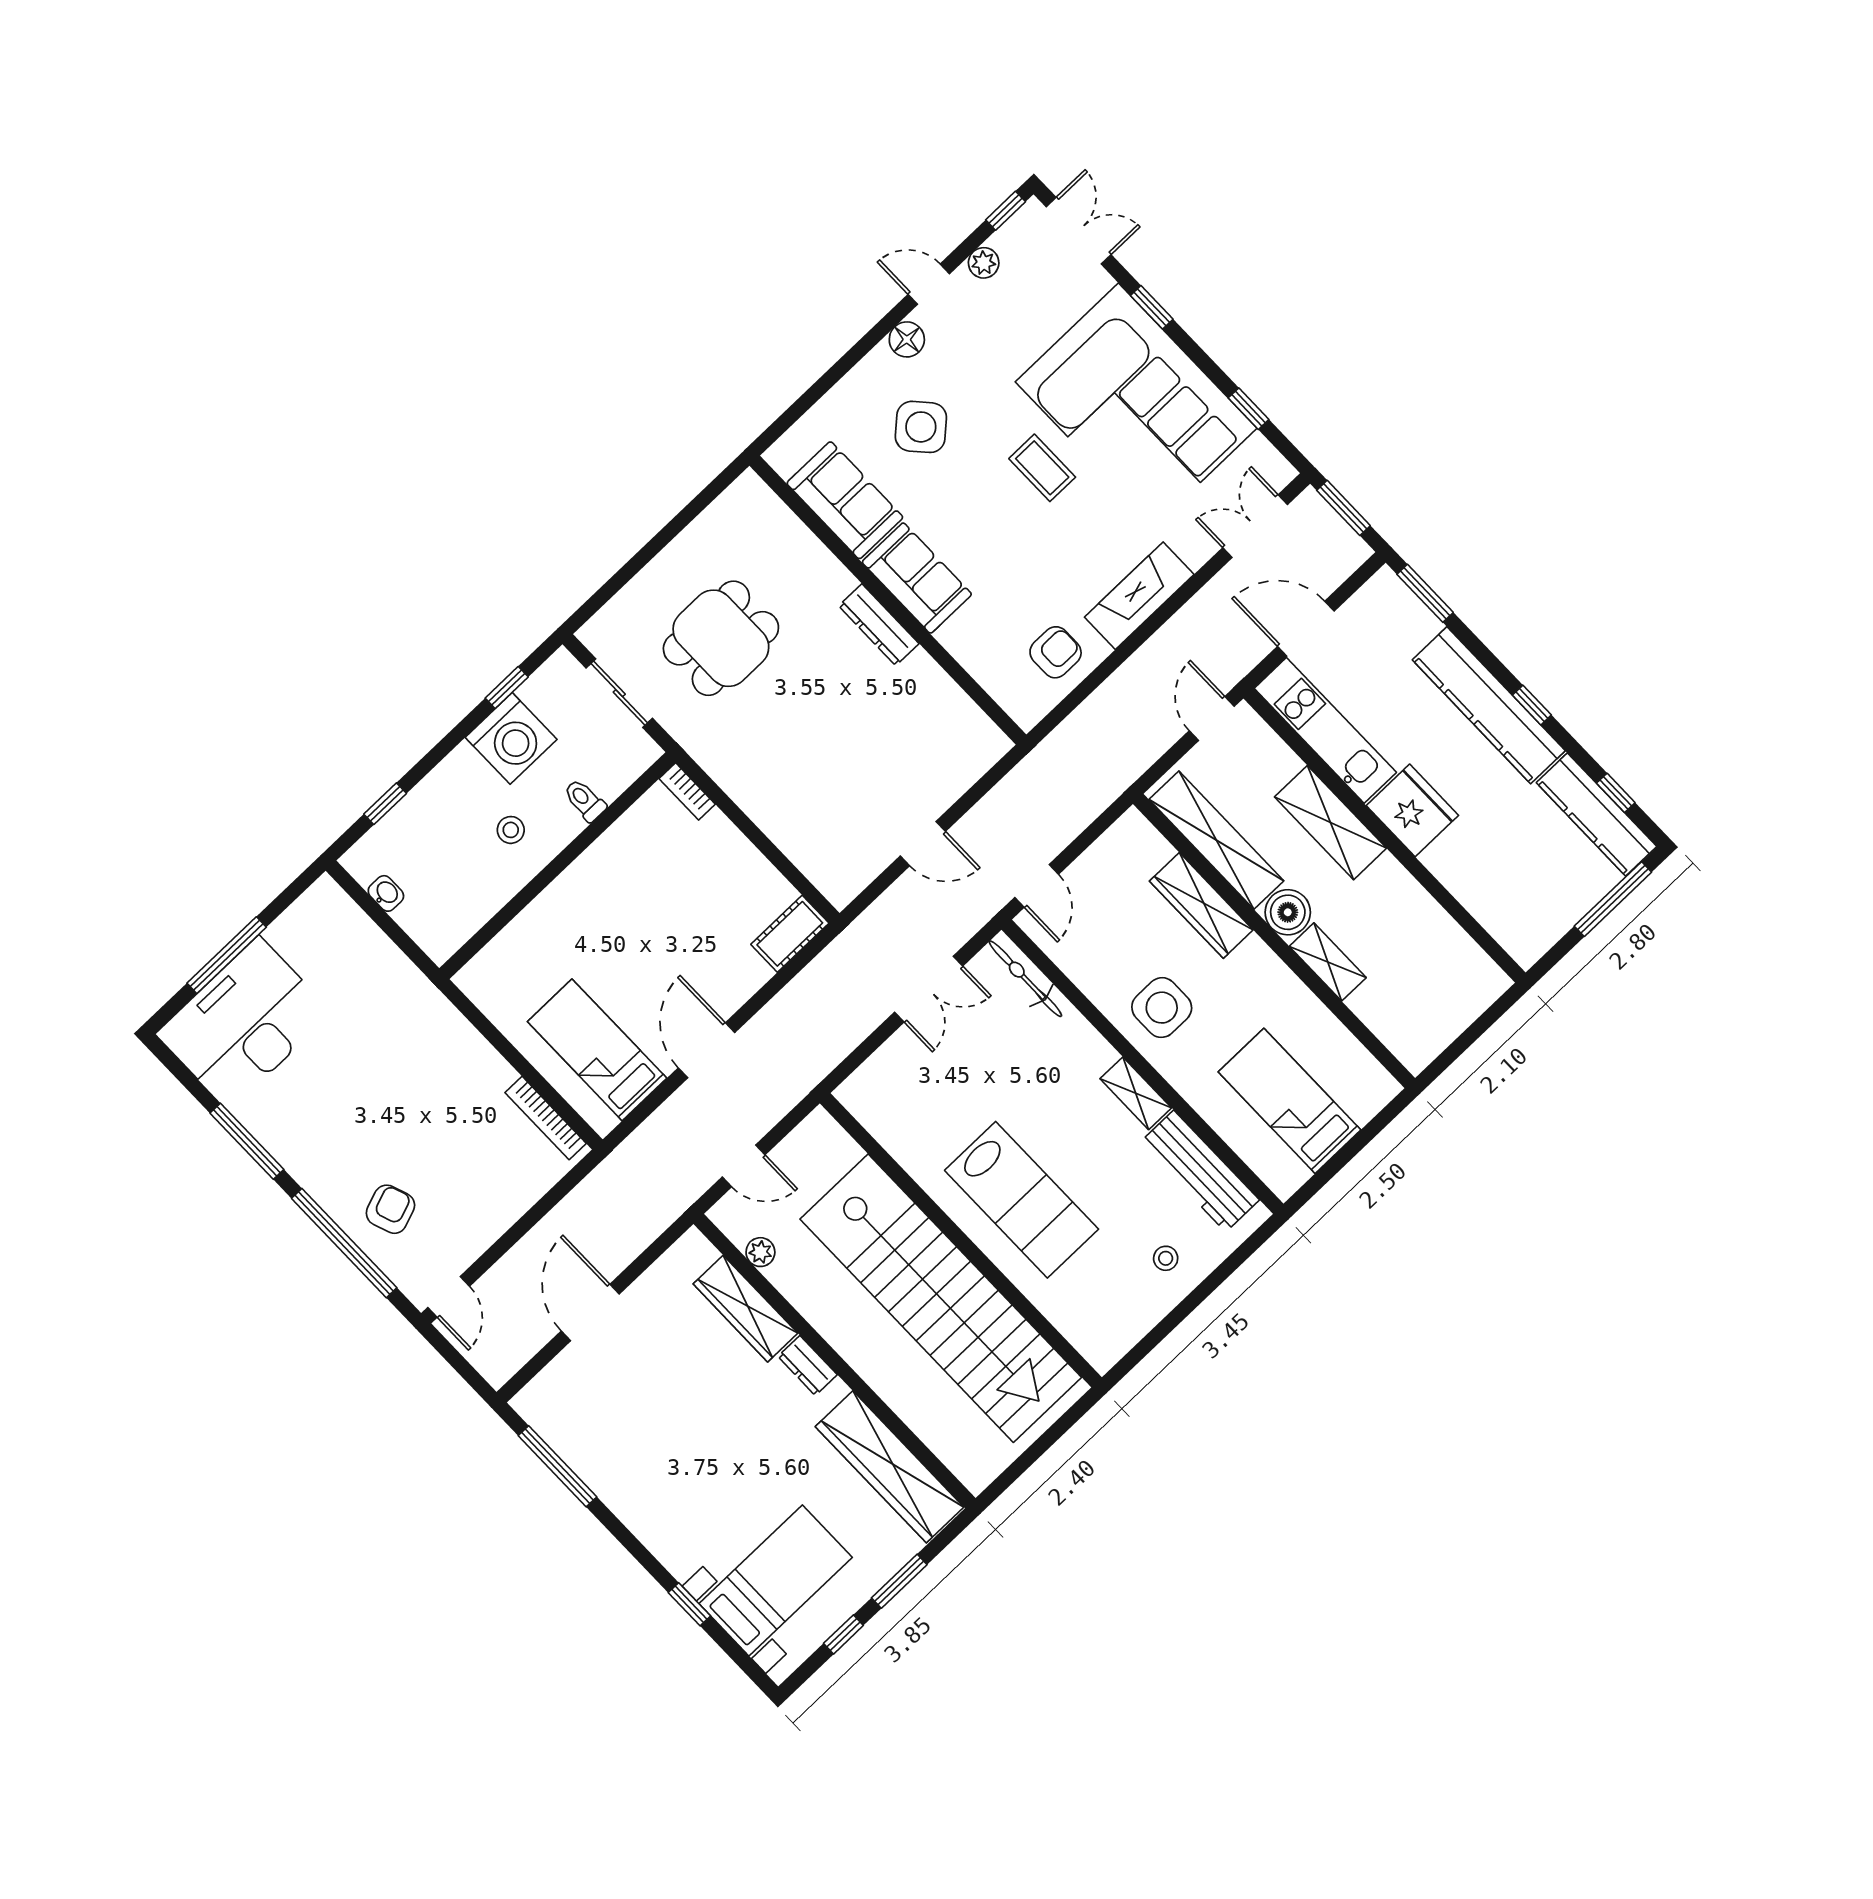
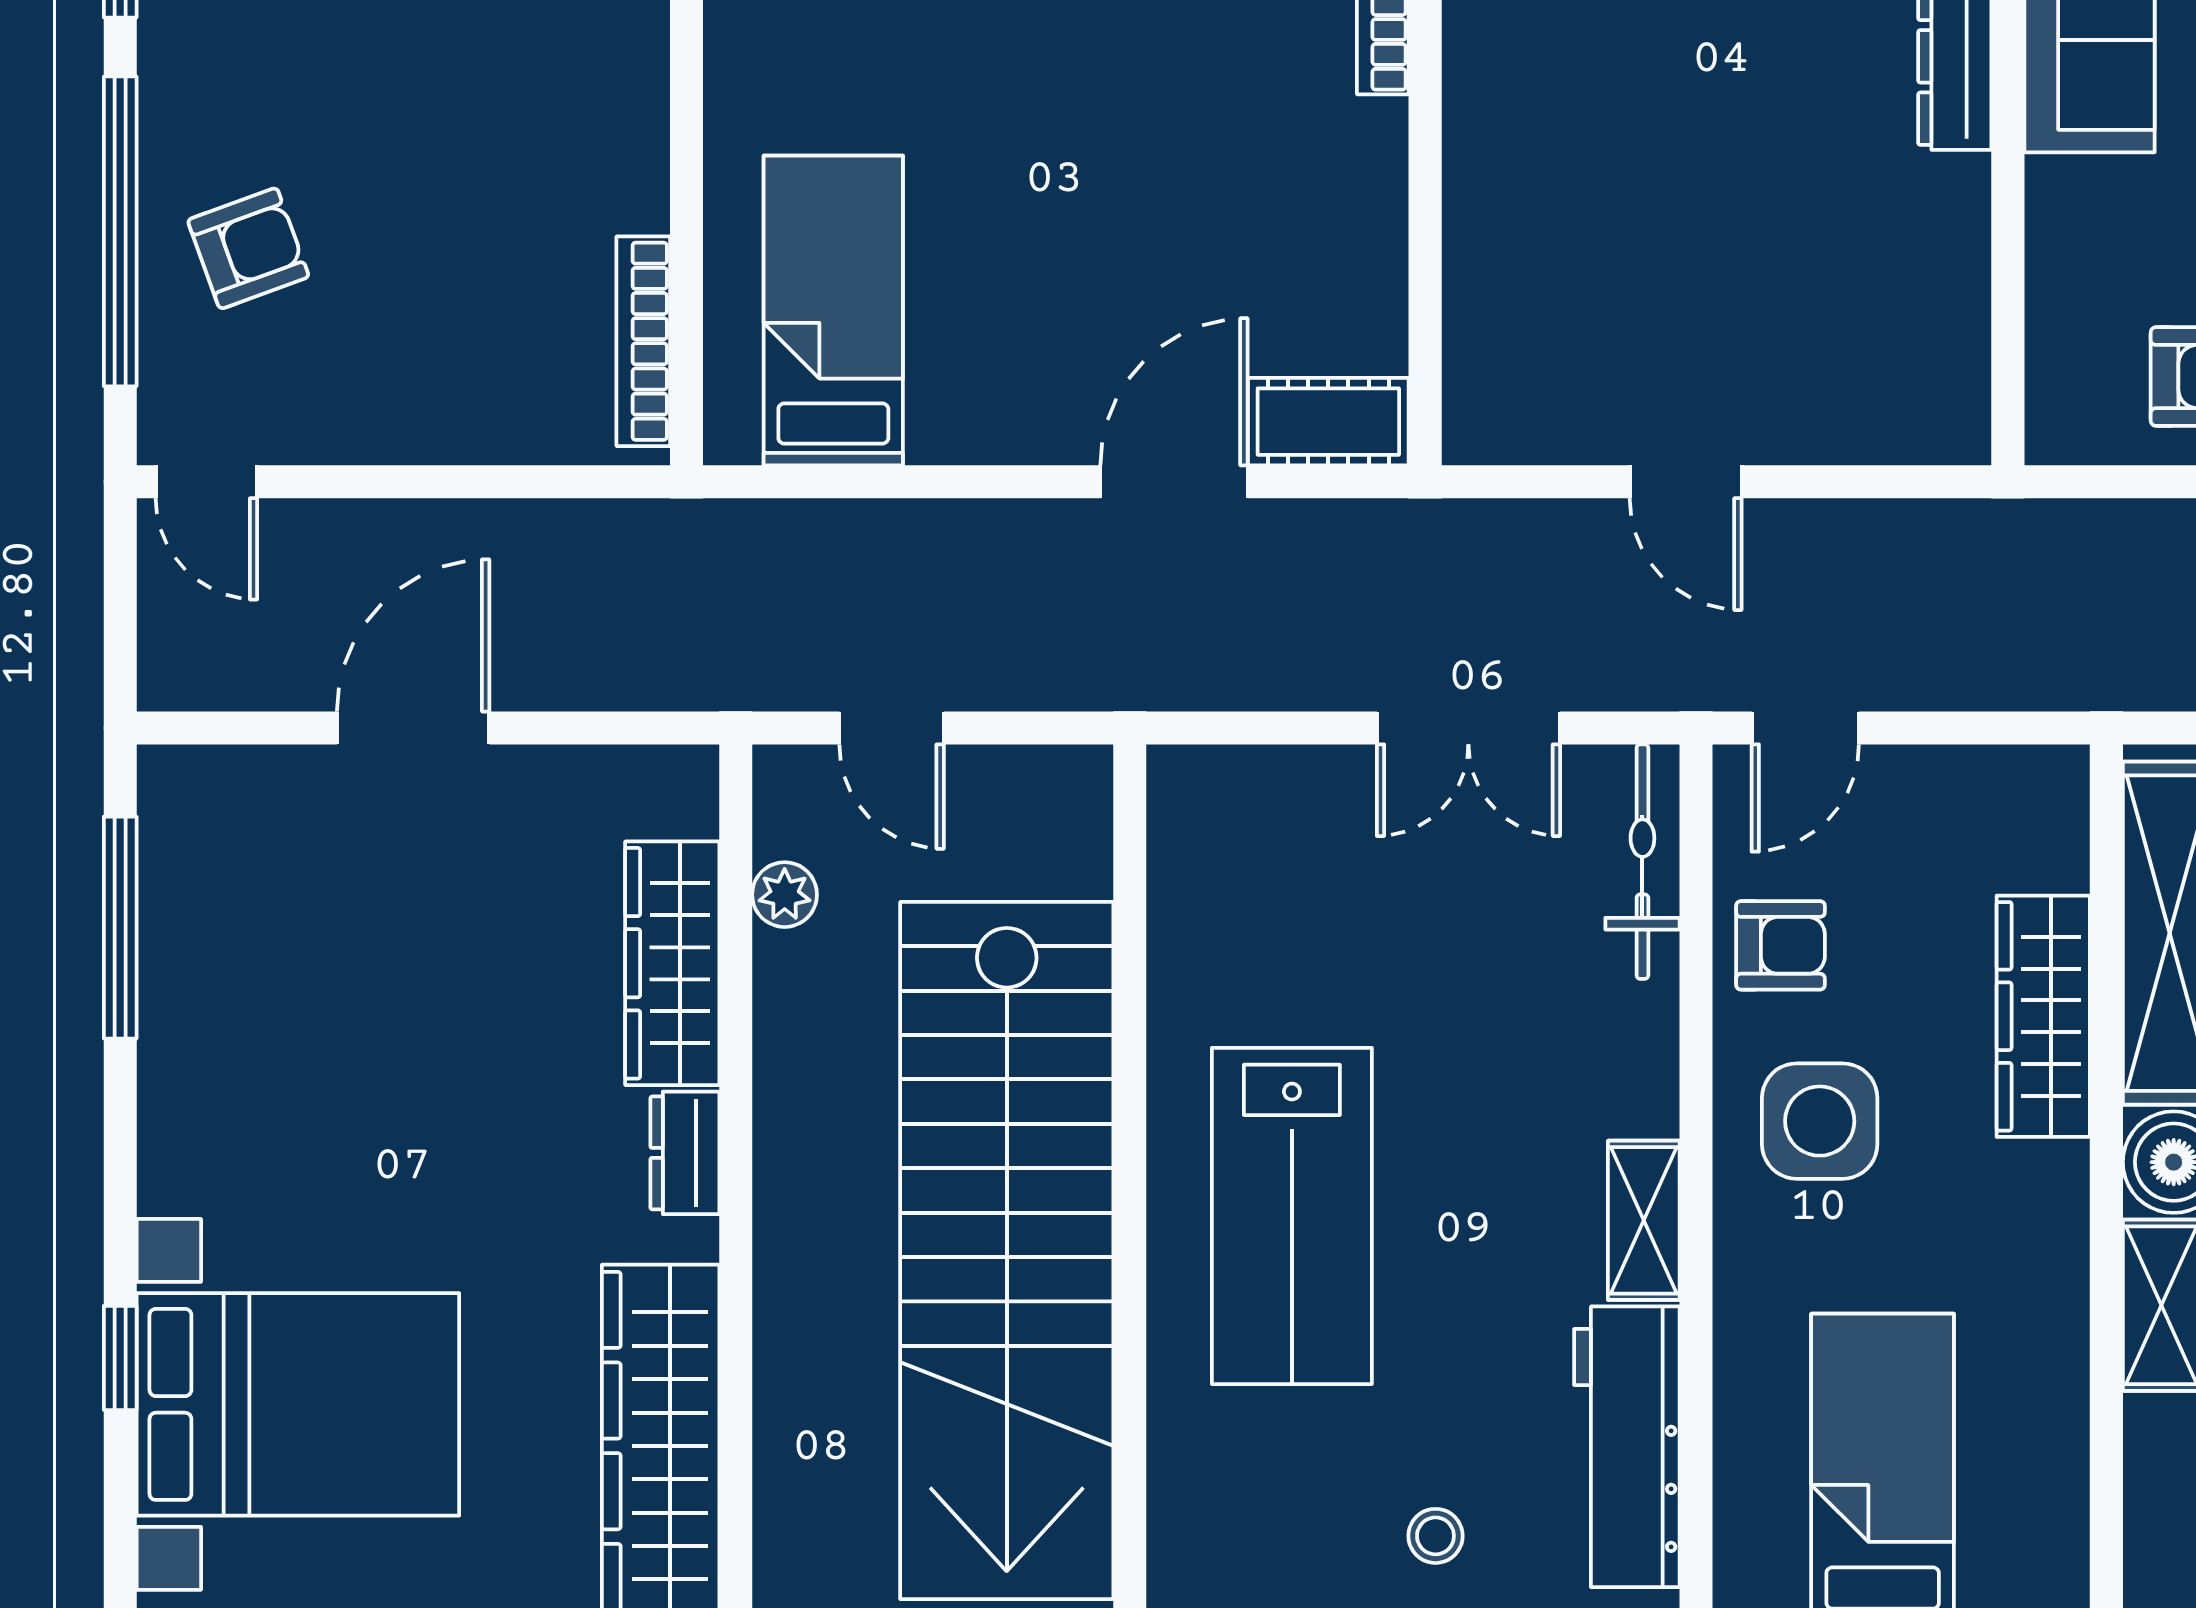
armchair: (1095, 963) -> (1780, 945), added
door: (707, 1050) -> (1174, 482), moved
door: (449, 1297) -> (206, 482), hinge flipped
bed with nightstands: (776, 1580) -> (298, 1404), width x1.36

